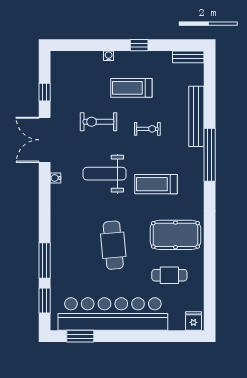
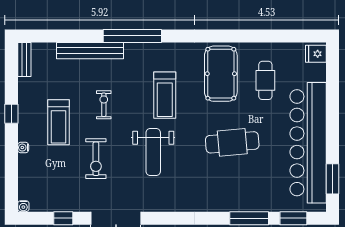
water cooler: (55, 178) -> (23, 206), moved

